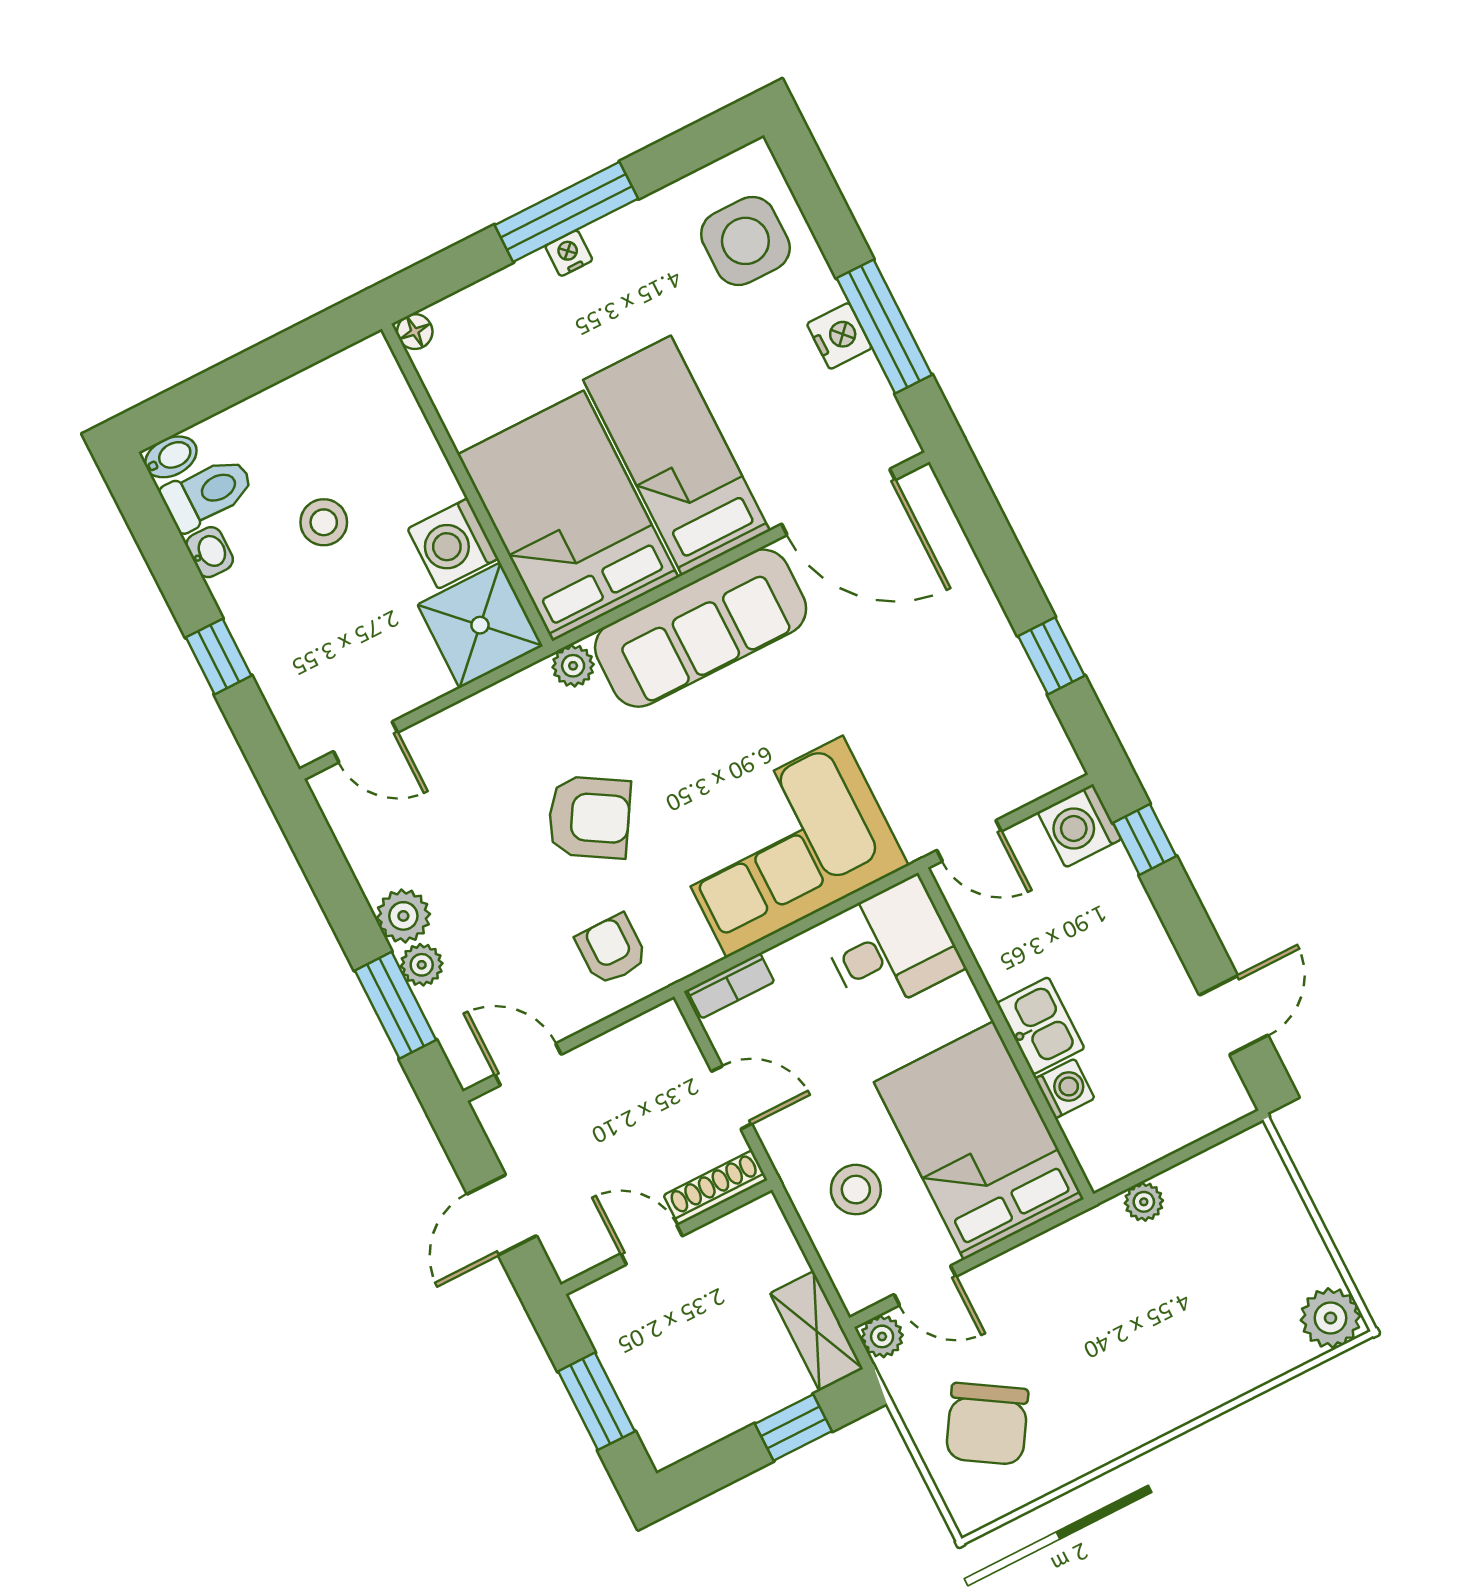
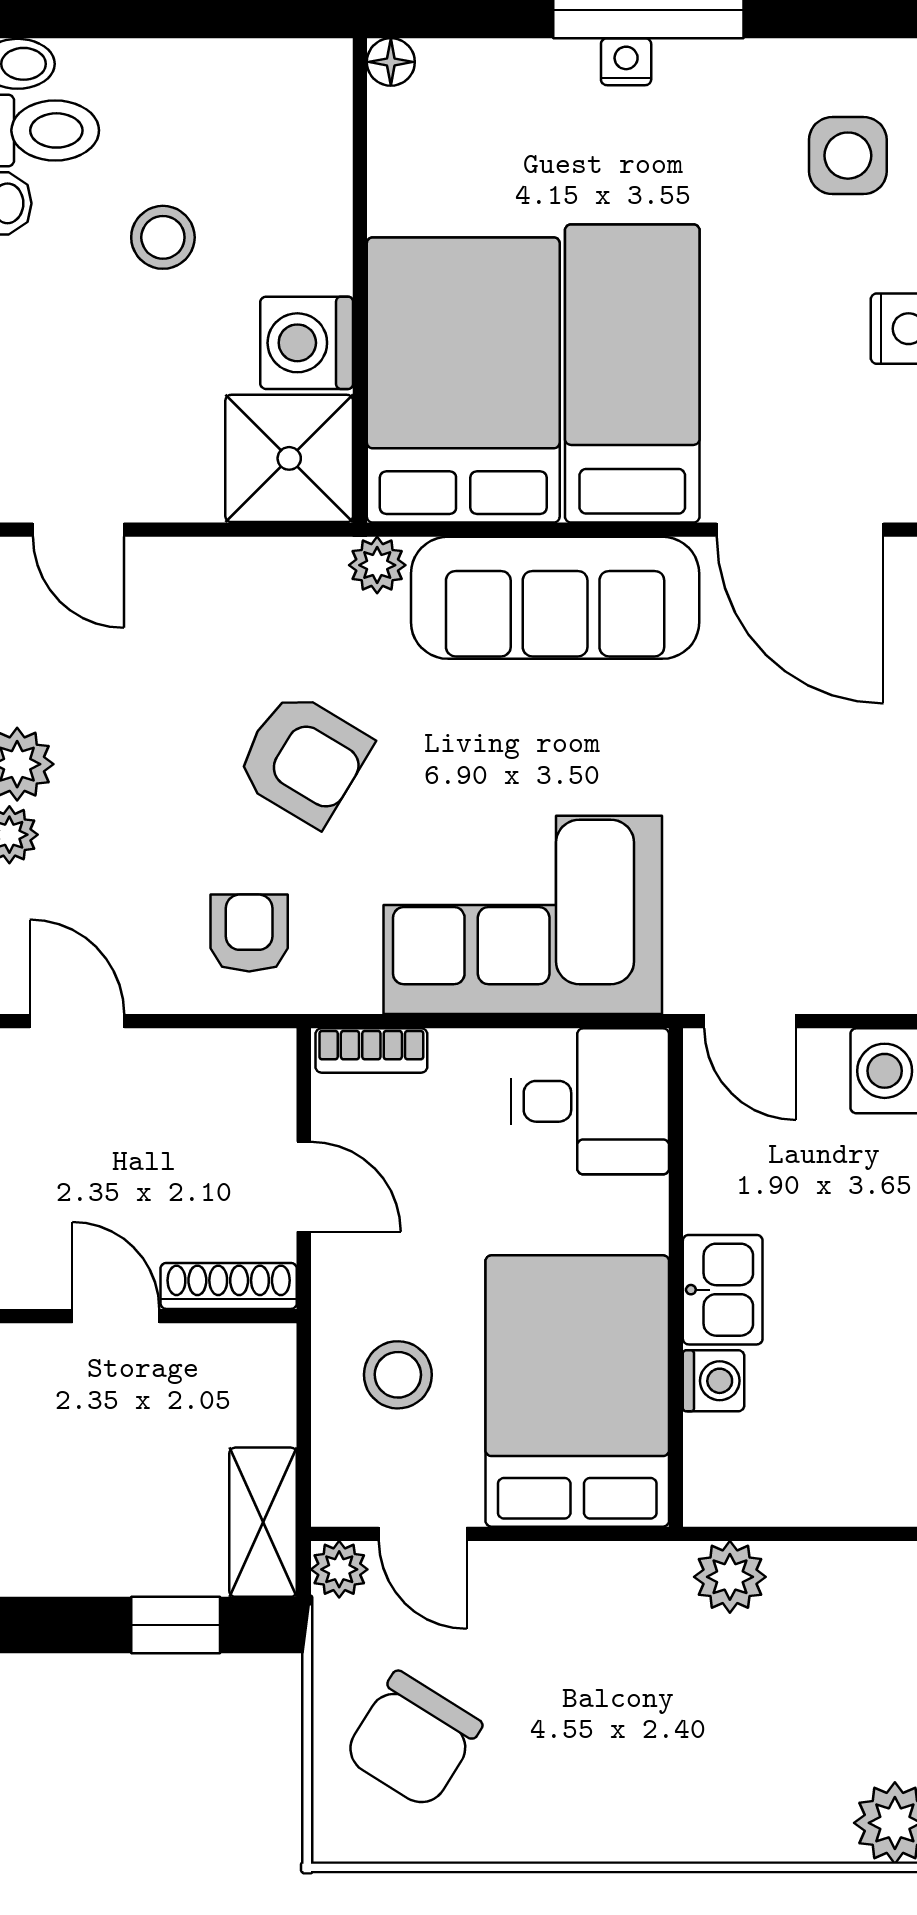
side table: (745, 241) -> (848, 156), width x0.73, depth x0.73
plant: (1144, 1202) -> (730, 1577), width x1.38, depth x1.38

